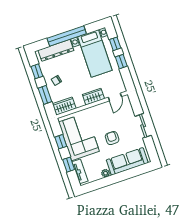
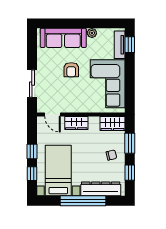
door: (115, 97) -> (52, 114), swing flipped
sliding door: (143, 126) -> (32, 84), moved
window: (61, 142) -> (130, 85), removed
window: (69, 165) -> (130, 45), moved

